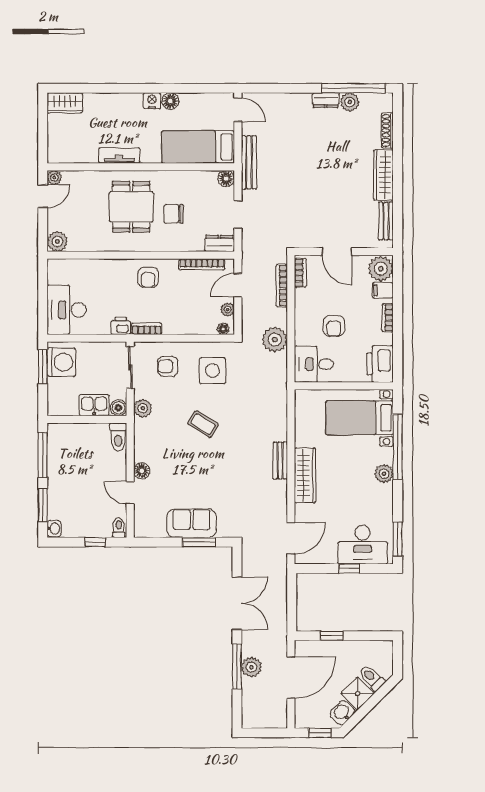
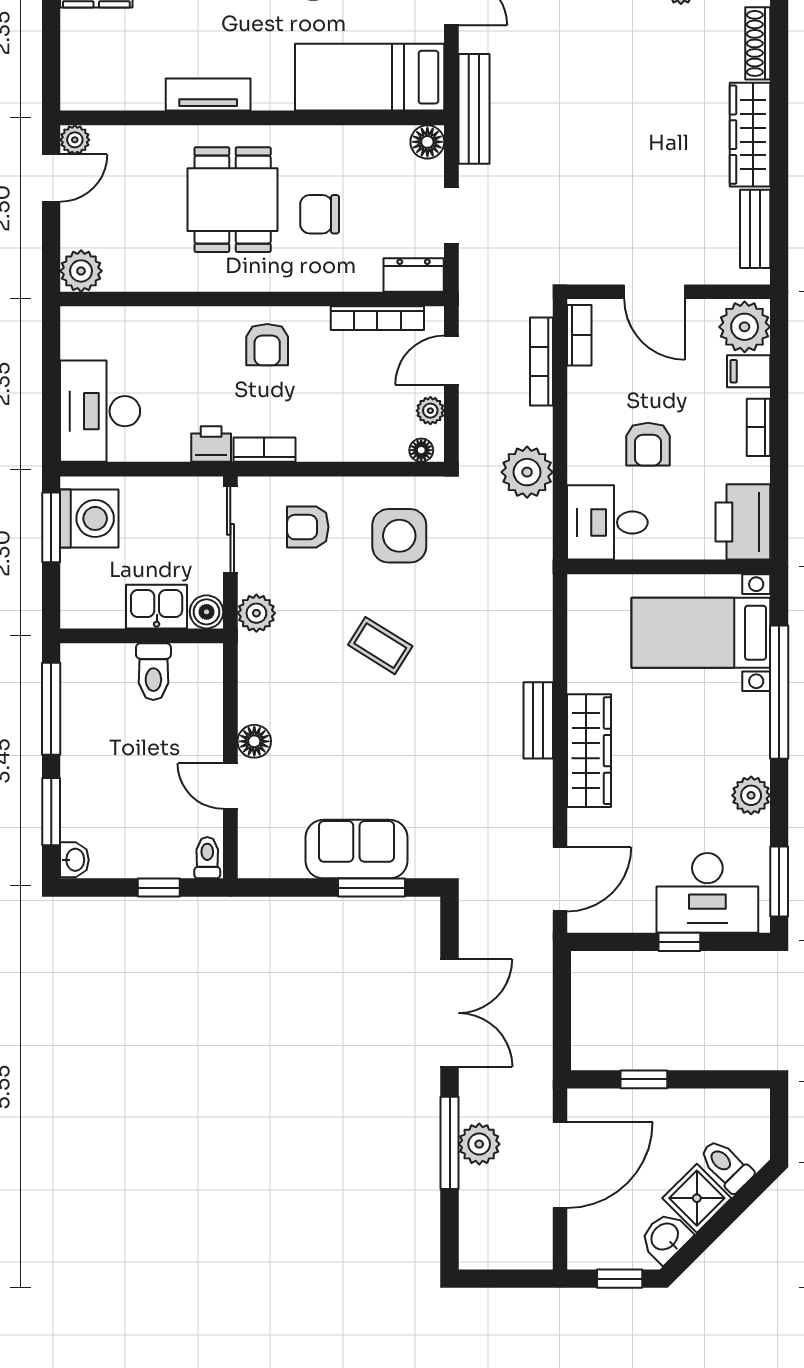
toilet: (118, 437) -> (153, 672), moved
plant: (384, 474) -> (751, 795), moved

